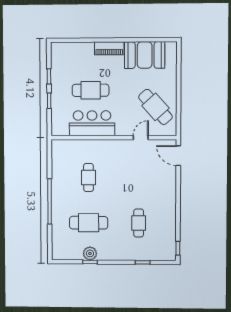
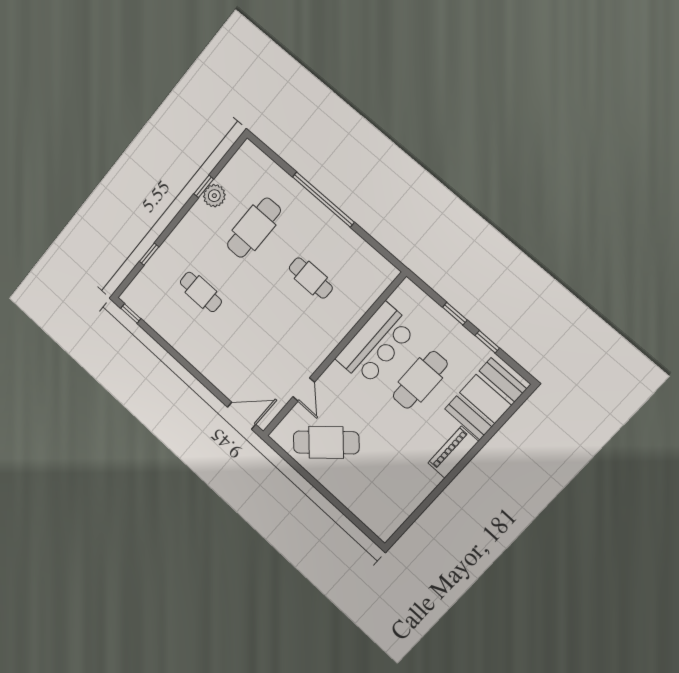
booth: (145, 55) -> (485, 399), moved

